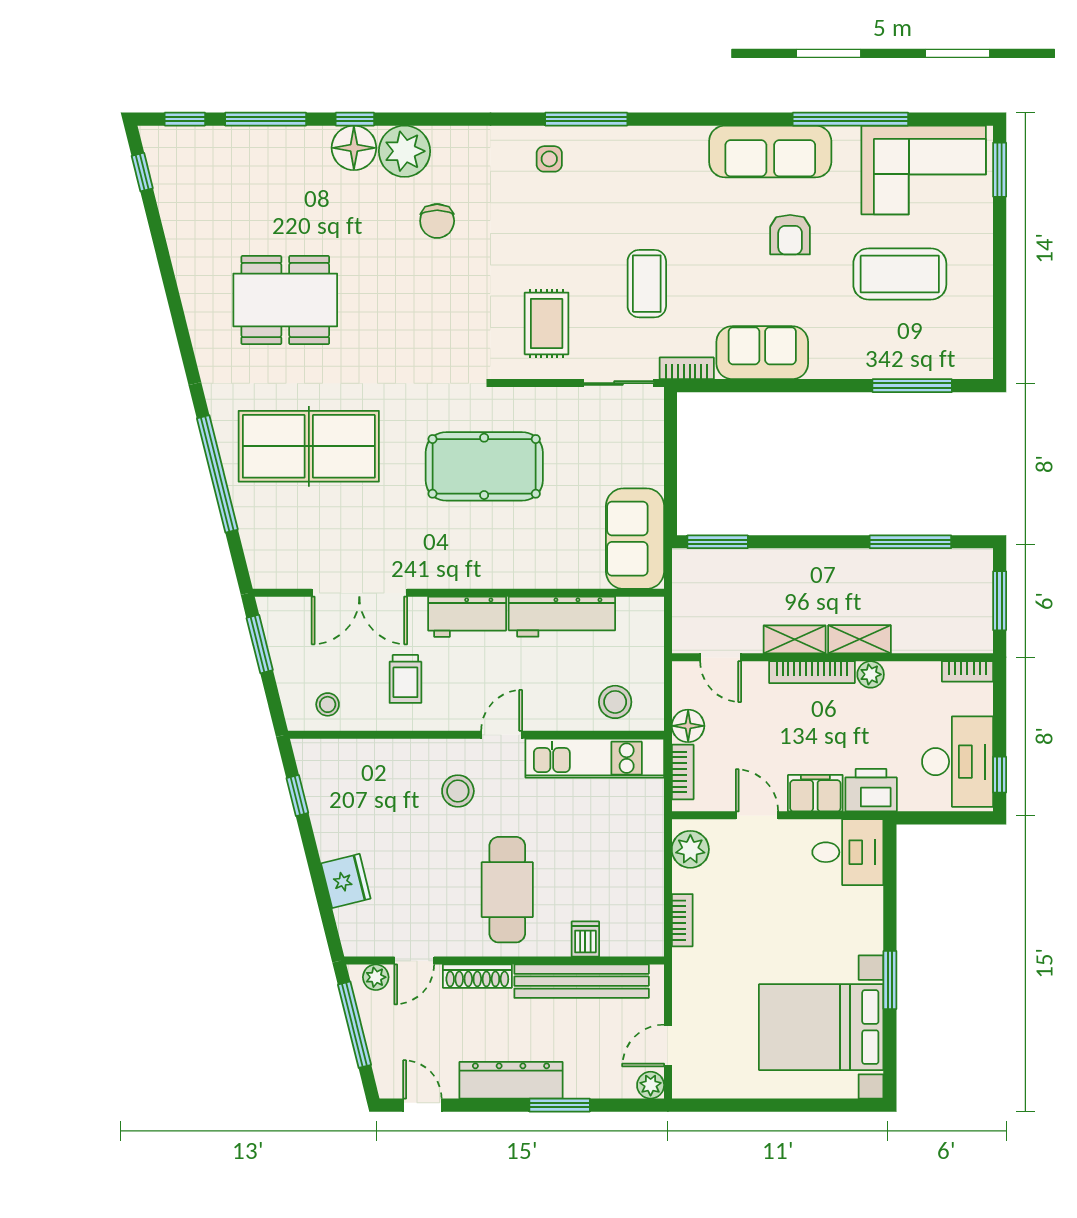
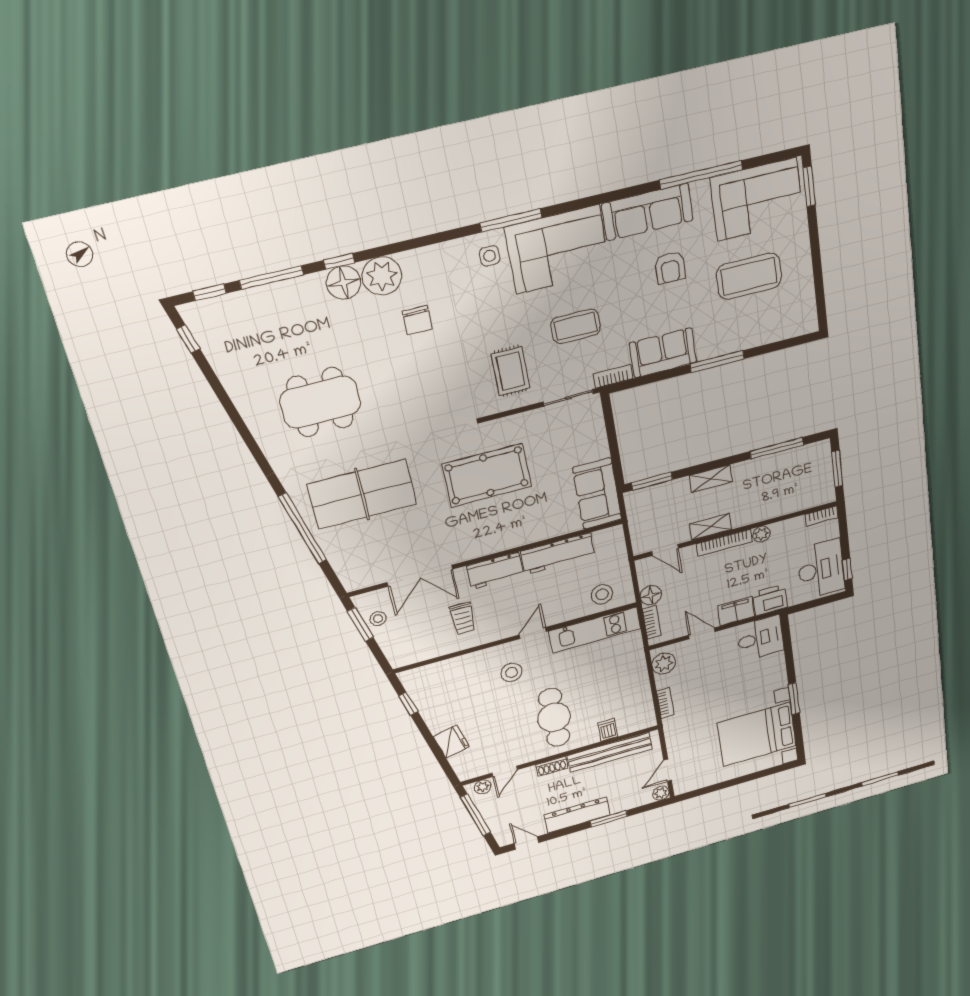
corner sofa: (641, 173) -> (558, 250), added
coffee table: (647, 284) -> (576, 326), turned 90
window: (912, 386) -> (717, 361), moved
shelving: (860, 639) -> (711, 479), moved
stool: (328, 704) -> (378, 619), moved
shoe rack: (477, 976) -> (552, 766), width x0.70

